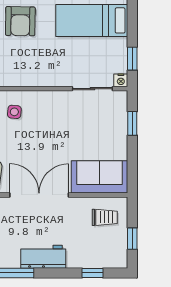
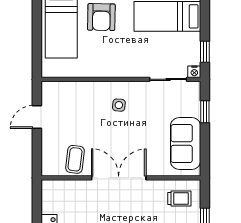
side table: (14, 112) -> (119, 105), moved
sofa: (99, 177) -> (186, 144), moved, turned -90

